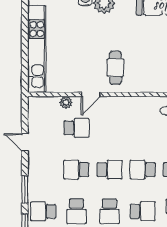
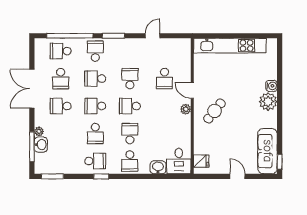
cafe table: (115, 68) -> (215, 111), turned -51
plant: (66, 102) -> (186, 109), moved
school desk: (110, 170) -> (130, 106), turned 90

